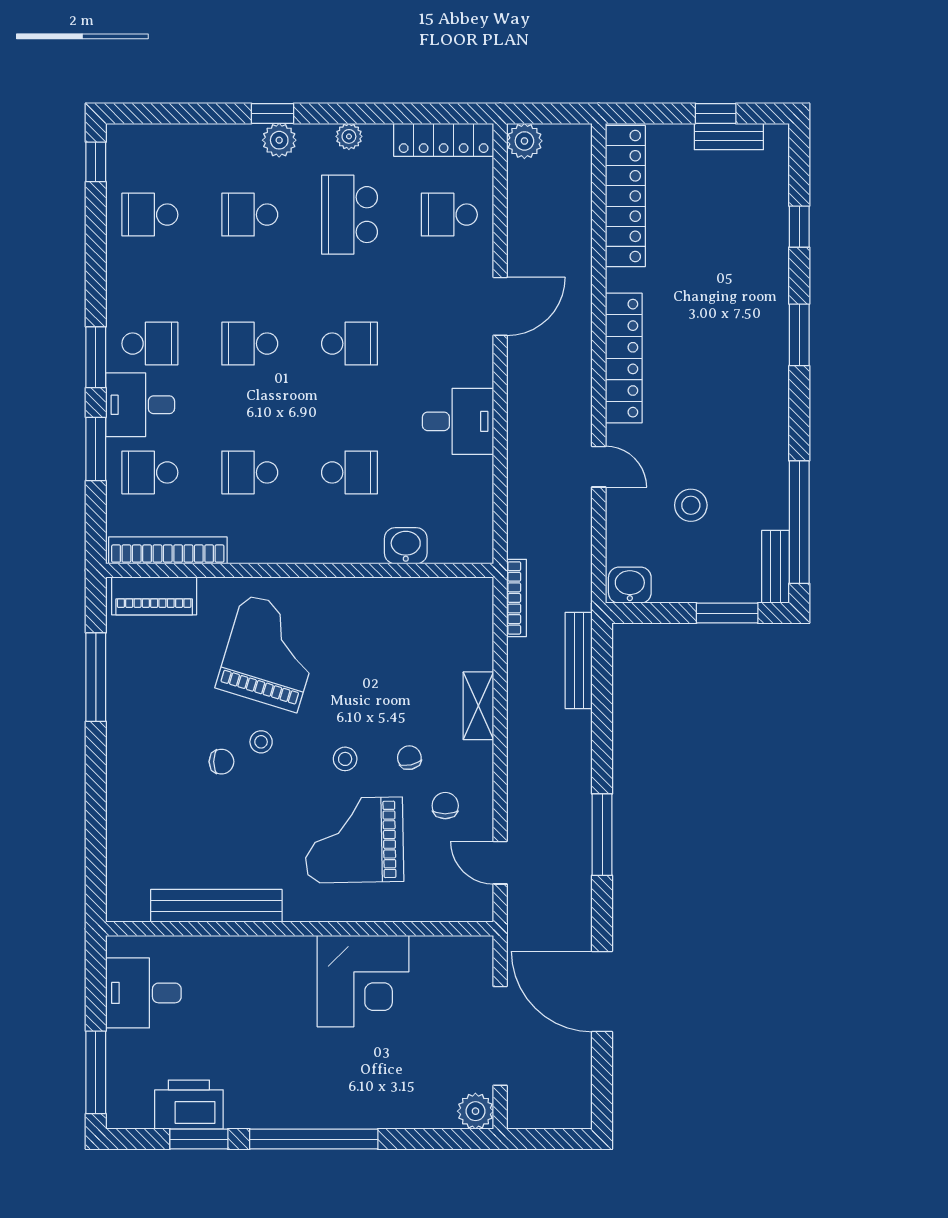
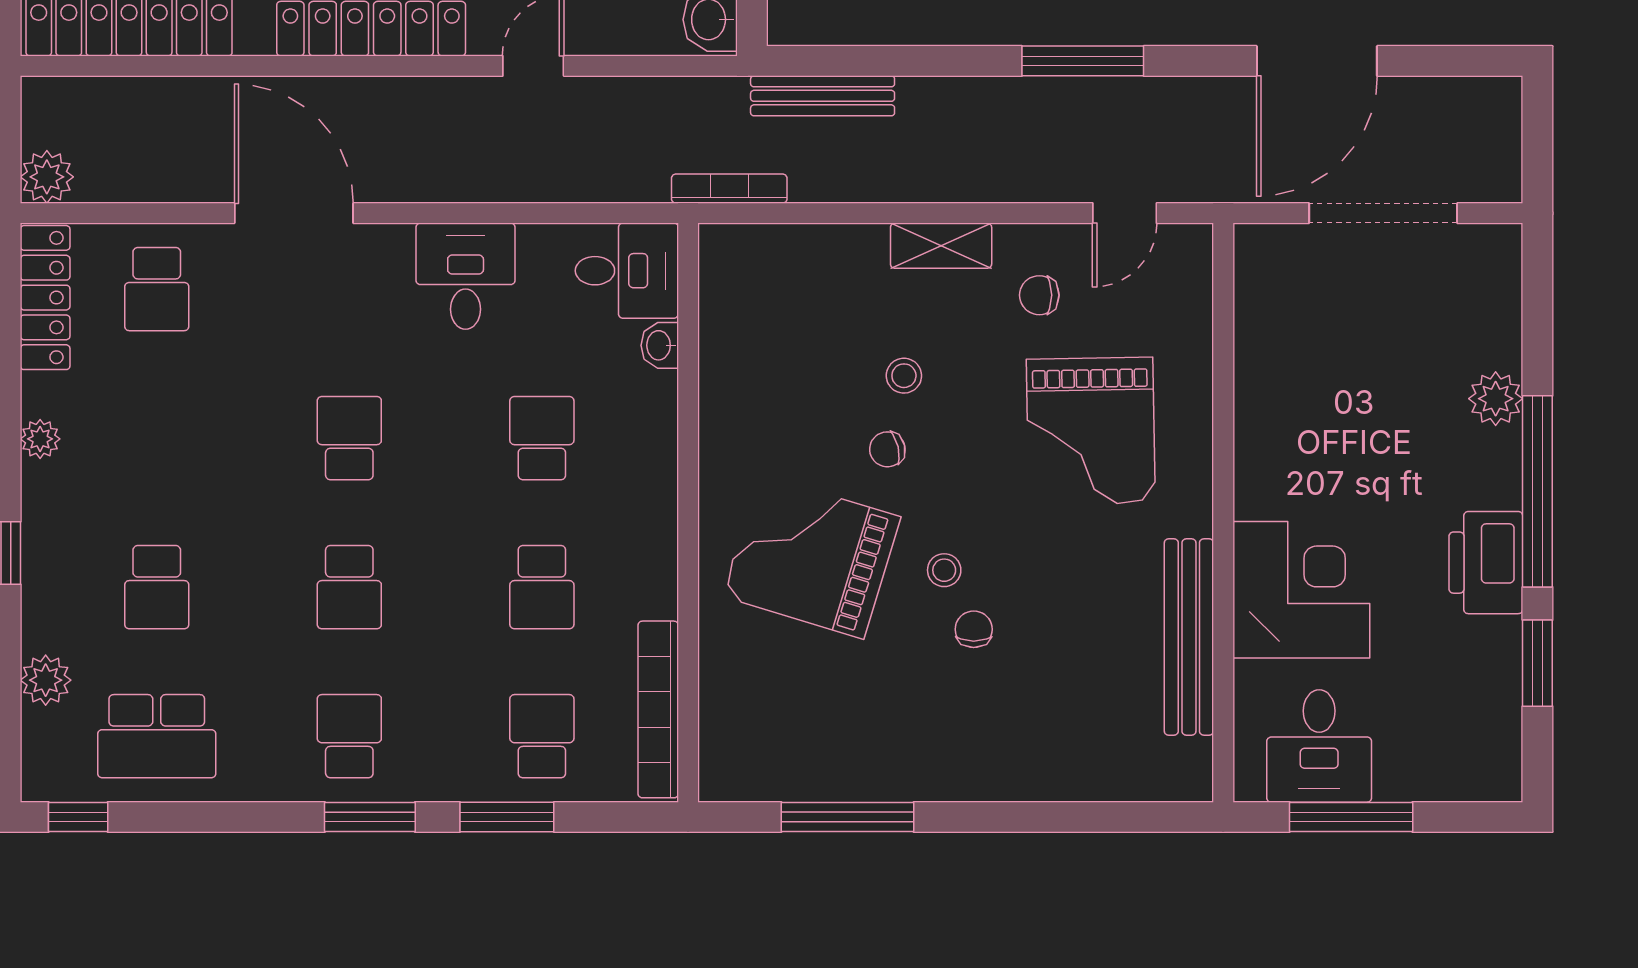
plant: (279, 140) -> (46, 680), moved
school desk: (150, 215) -> (157, 736), width x1.85
school desk: (350, 215) -> (157, 438), removed
door: (500, 306) -> (294, 213), width x1.36
desk: (140, 405) -> (627, 271), moved, turned -90
school desk: (150, 472) -> (542, 736), turned 180
washbasin: (406, 546) -> (660, 345), width x0.72, depth x0.69
piano: (154, 596) -> (726, 730), removed
shelving: (478, 706) -> (941, 246), moved
chair: (409, 758) -> (887, 449), moved
stool: (345, 759) -> (904, 376), moved
corner desk: (363, 981) -> (1301, 590), moved
window: (96, 1072) -> (1351, 817), moved
printer: (189, 1105) -> (1486, 563), moved
plant: (475, 1111) -> (1496, 399), moved

